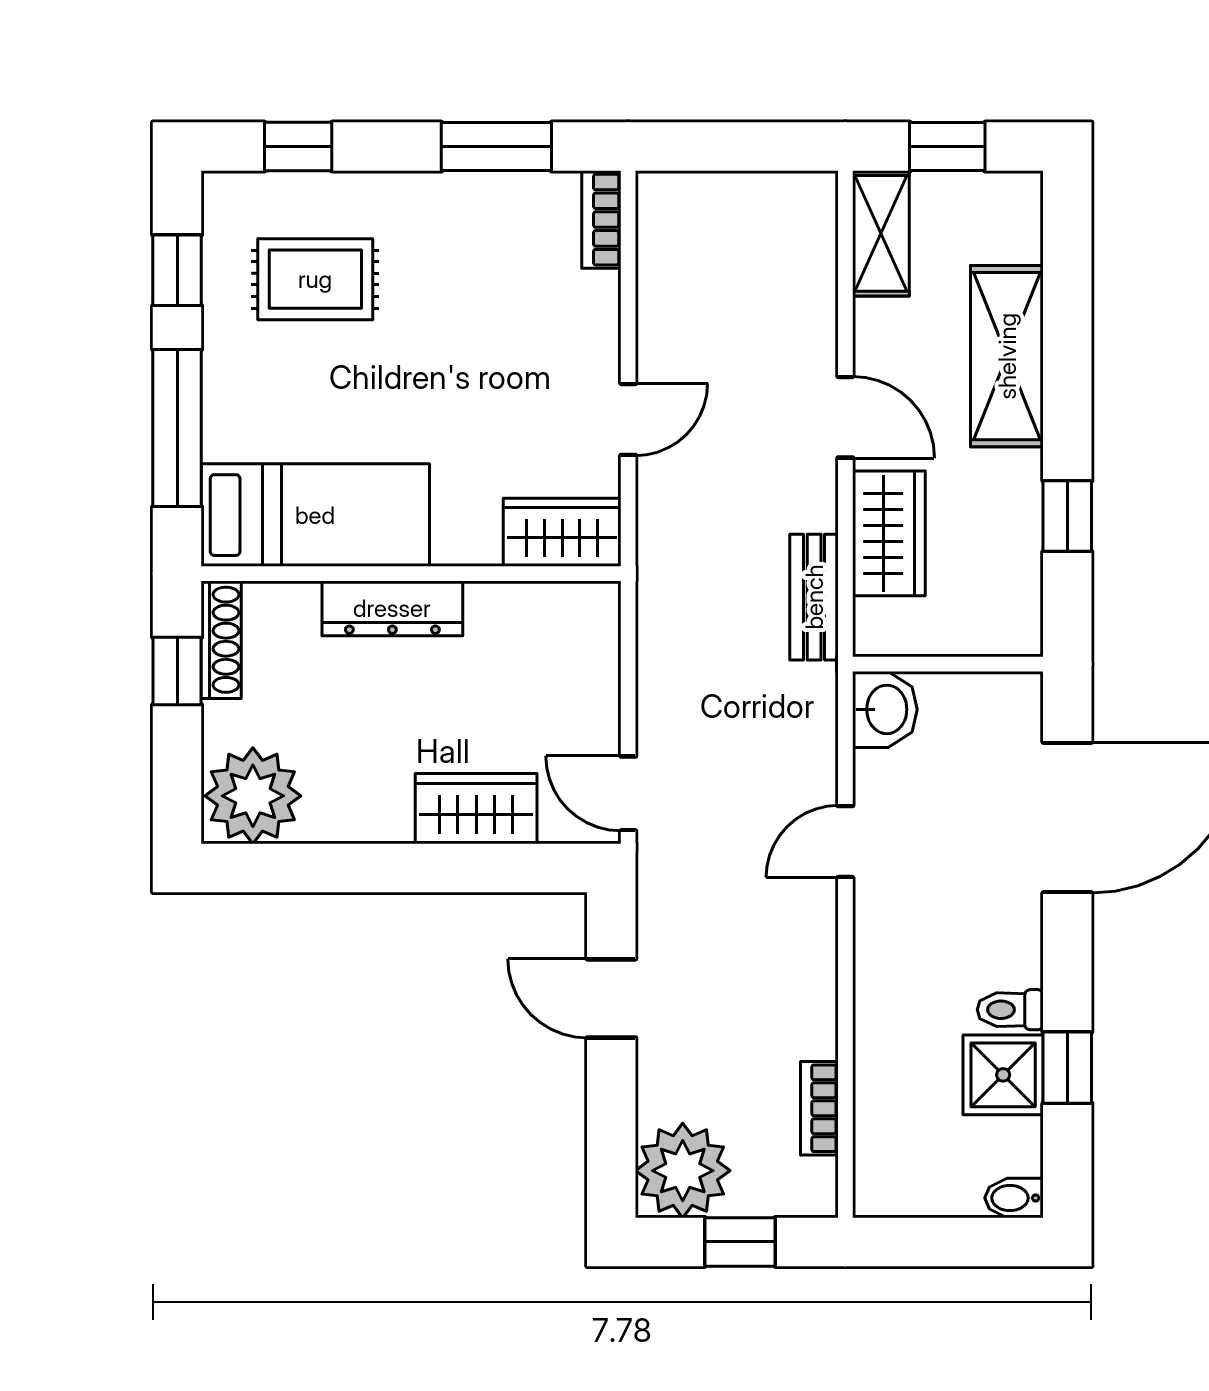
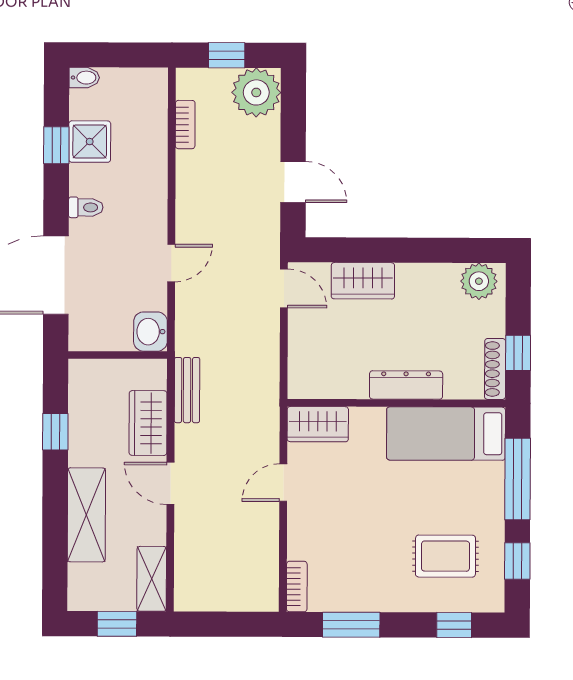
plant: (253, 796) -> (479, 281), width x0.73, depth x0.73
toilet: (1010, 1010) -> (86, 207), moved

